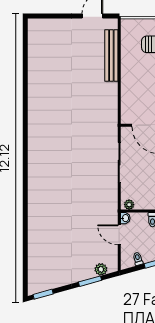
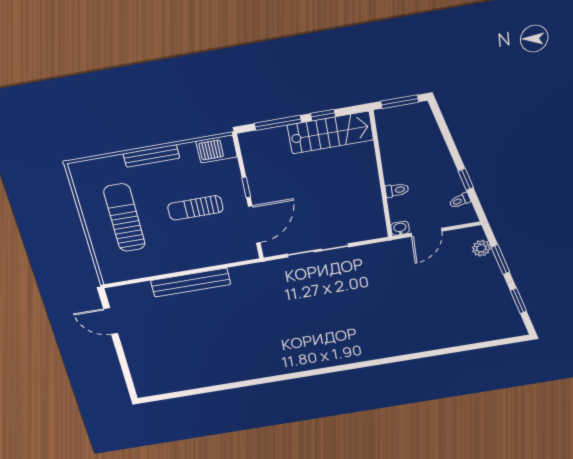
bench: (111, 56) -> (191, 283), moved
plant: (129, 205) -> (379, 227), removed
window: (43, 294) -> (518, 301), moved

